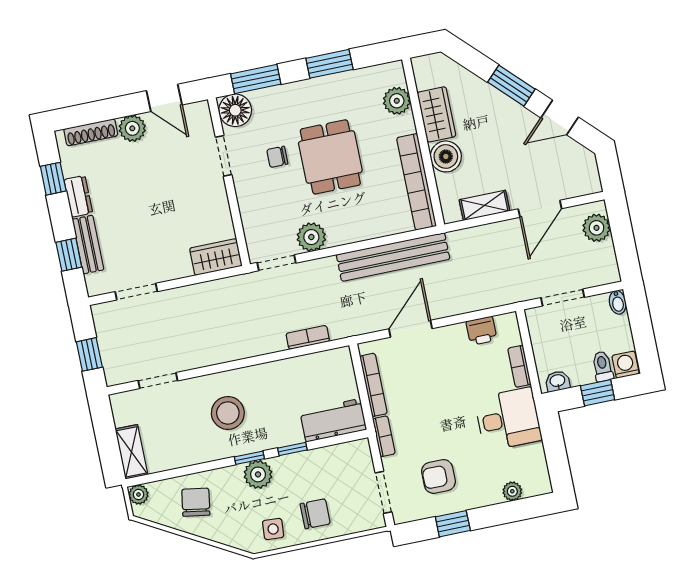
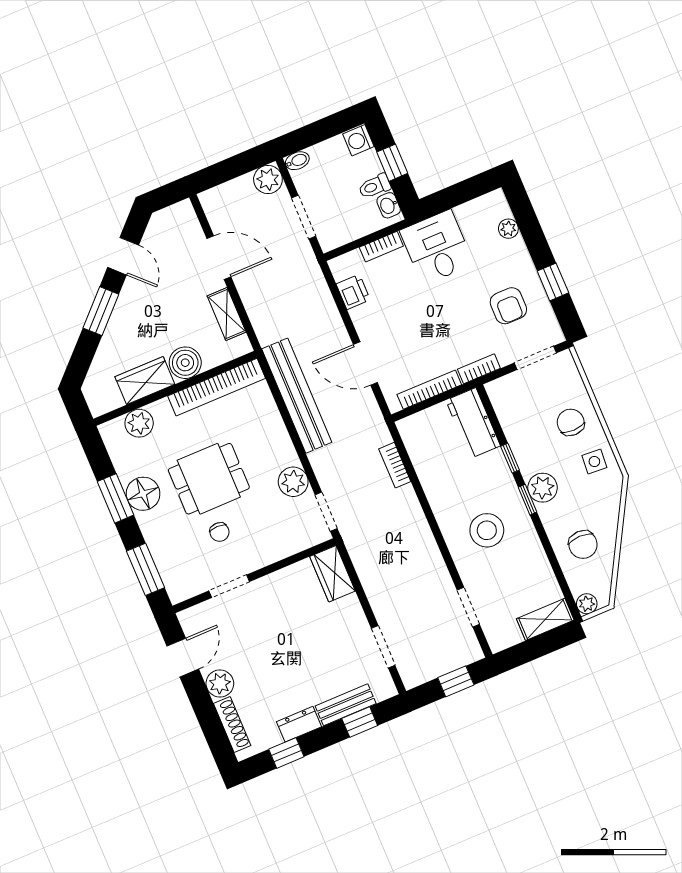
floor lamp: (235, 110) -> (143, 494), moved
plant: (596, 228) -> (268, 179), moved
toilet: (603, 366) -> (375, 186), moved
chair: (196, 502) -> (583, 545), turned -99

